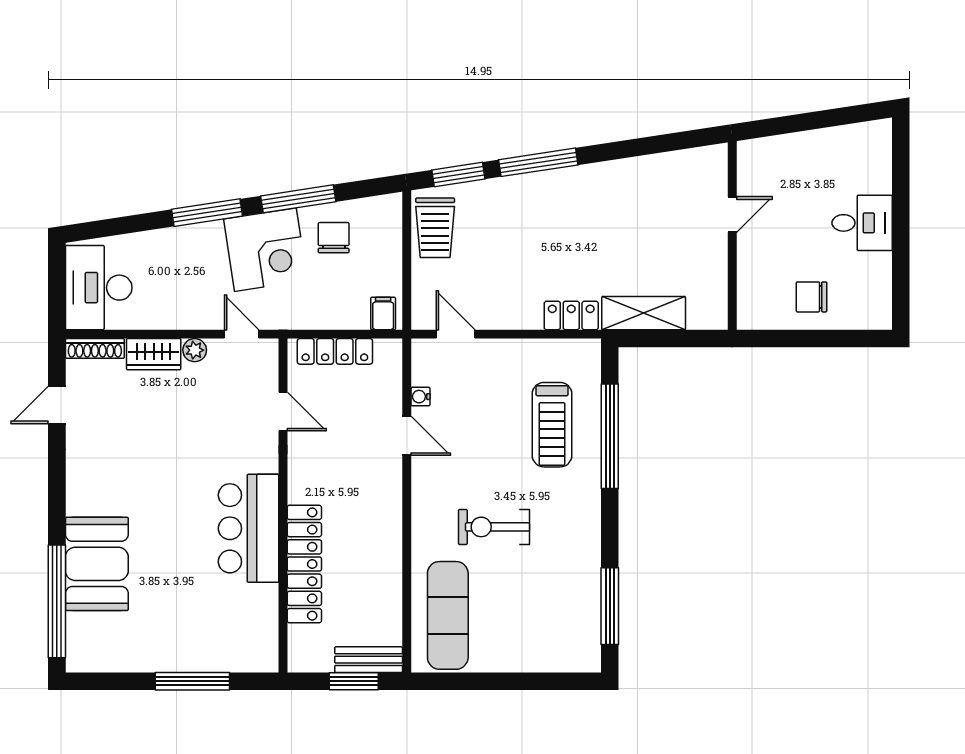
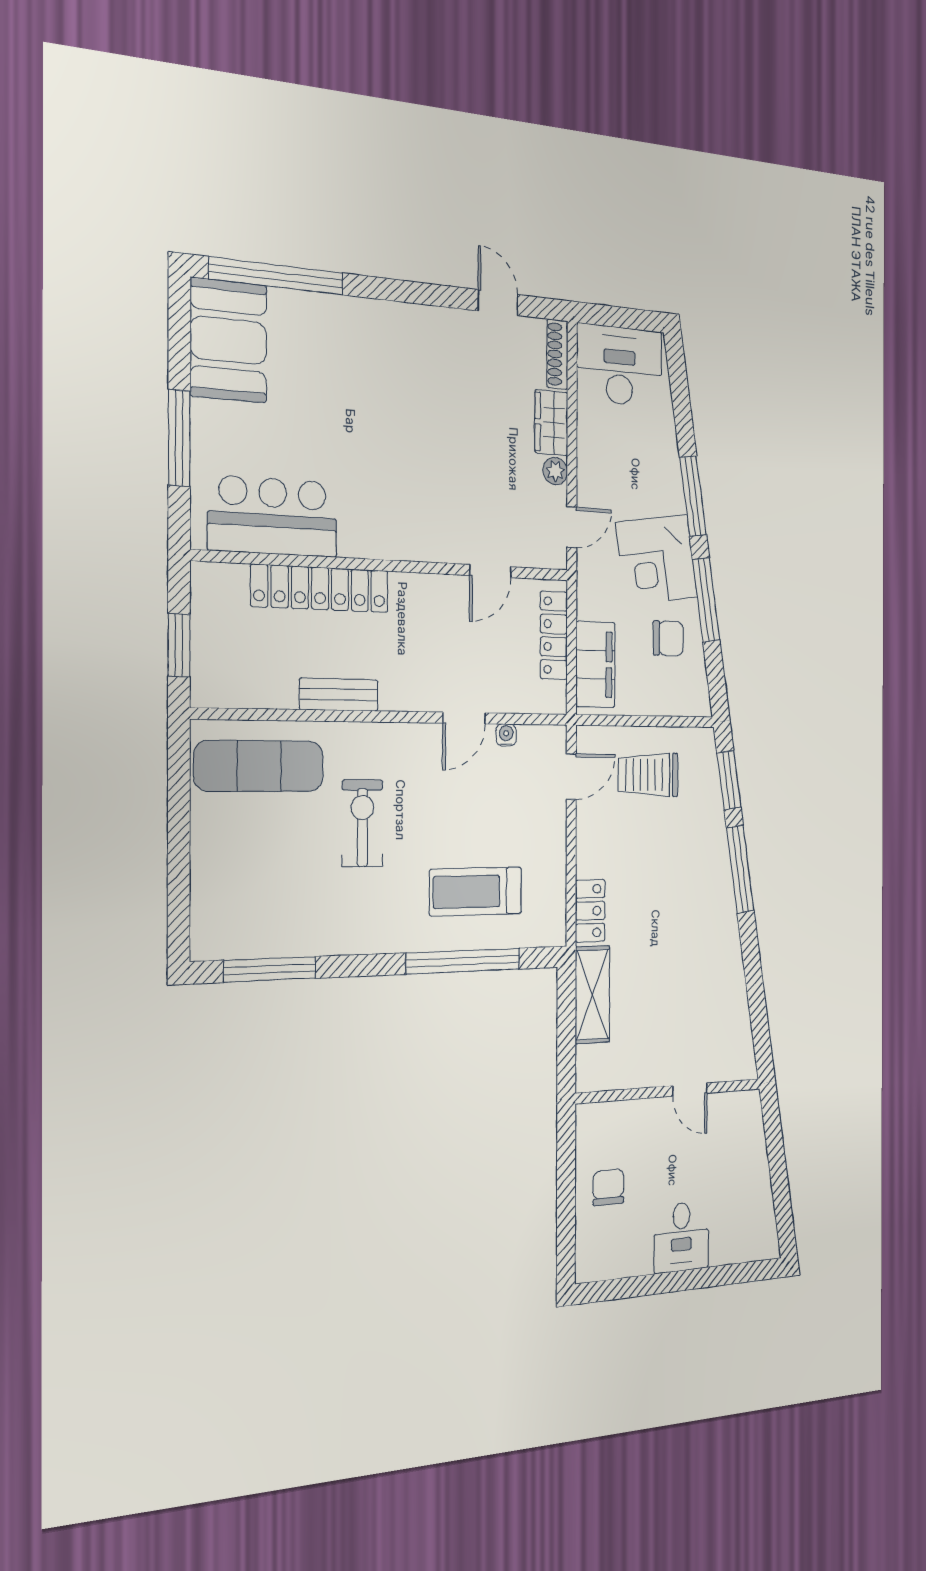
trolley: (435, 228) -> (648, 775), moved
filing cabinet: (383, 313) -> (595, 664), width x3.00, depth x1.17
bar counter: (249, 528) -> (273, 516), moved
booth: (97, 564) -> (229, 340), moved, turned 90
bench: (369, 660) -> (339, 695), moved, turned 90

